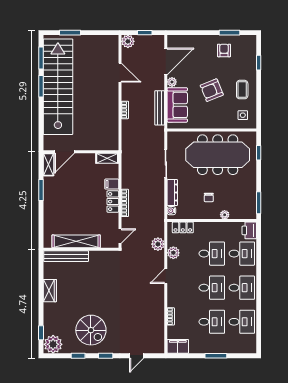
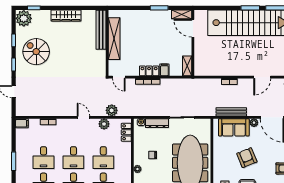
wardrobe: (50, 291) -> (66, 16), width x1.50
spiral stairs: (91, 330) -> (36, 52), turned 90
filing cabinet: (178, 346) -> (22, 123), width x0.50

